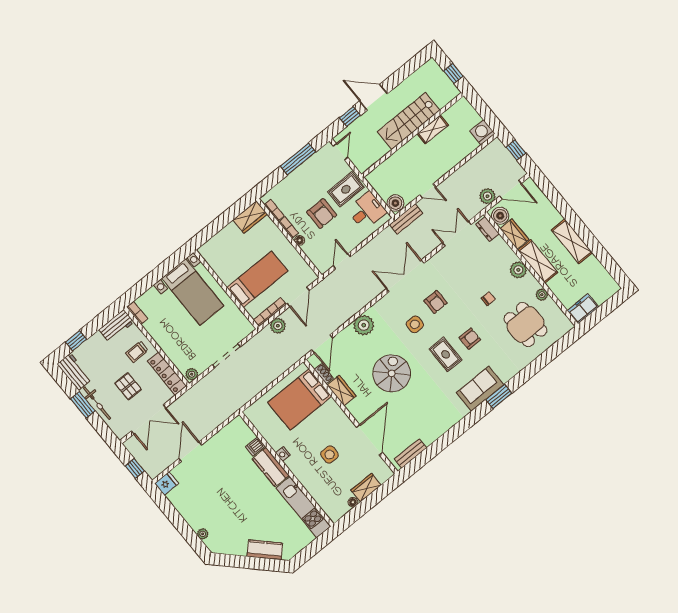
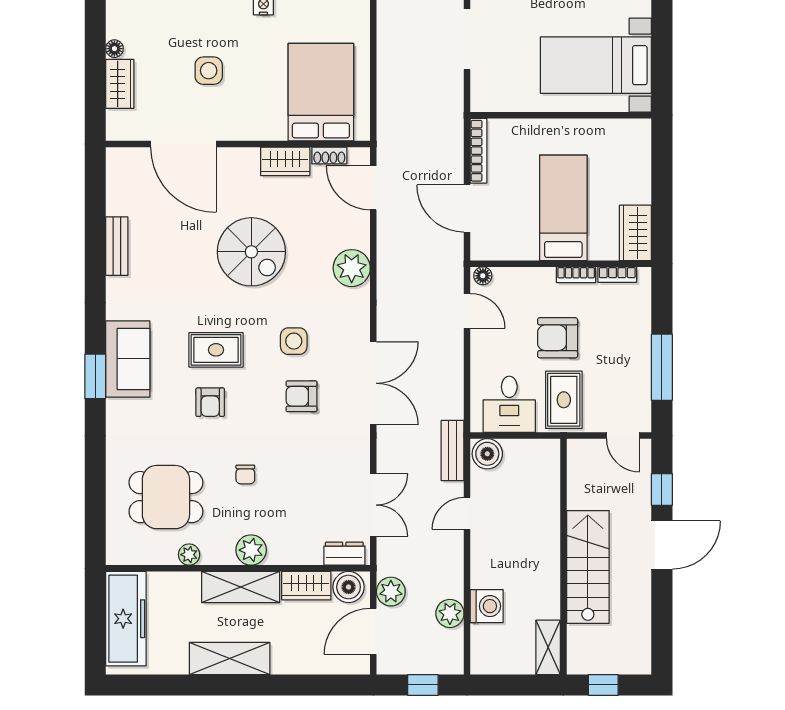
shelving: (433, 129) -> (548, 647), moved
washing machine: (482, 132) -> (487, 606), moved
floor lamp: (300, 240) -> (483, 276), moved
bed: (257, 279) -> (563, 208), moved, turned 180
freezer: (583, 309) -> (126, 619), width x1.91, depth x1.26
plant: (278, 326) -> (450, 613), moved
bench: (410, 453) -> (117, 246), moved

